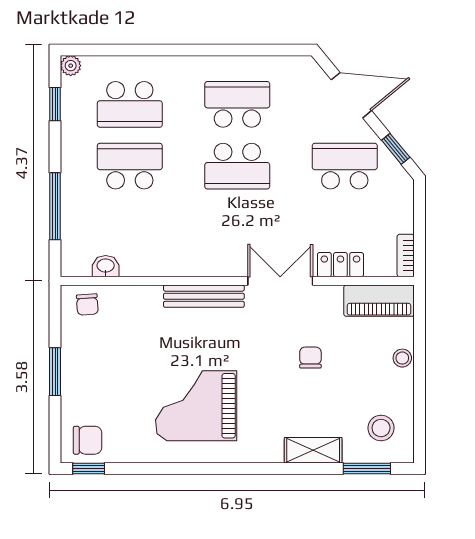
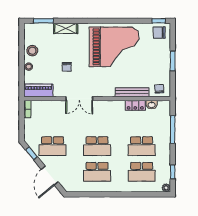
door: (351, 95) -> (50, 176), hinge flipped
school desk: (130, 104) -> (142, 172), turned 180
school desk: (237, 166) -> (97, 146), turned 180
locker: (340, 265) -> (135, 105), moved
bench: (204, 296) -> (132, 92), moved
grand piano: (196, 406) -> (114, 47), width x1.37, depth x1.48
stool: (381, 428) -> (32, 51), moved

